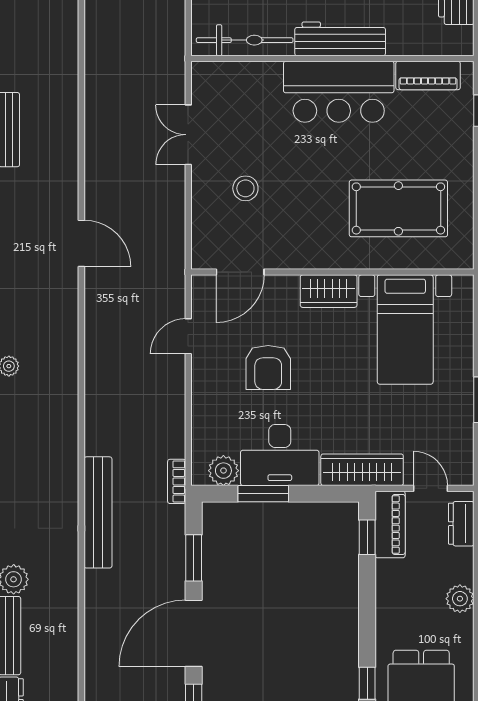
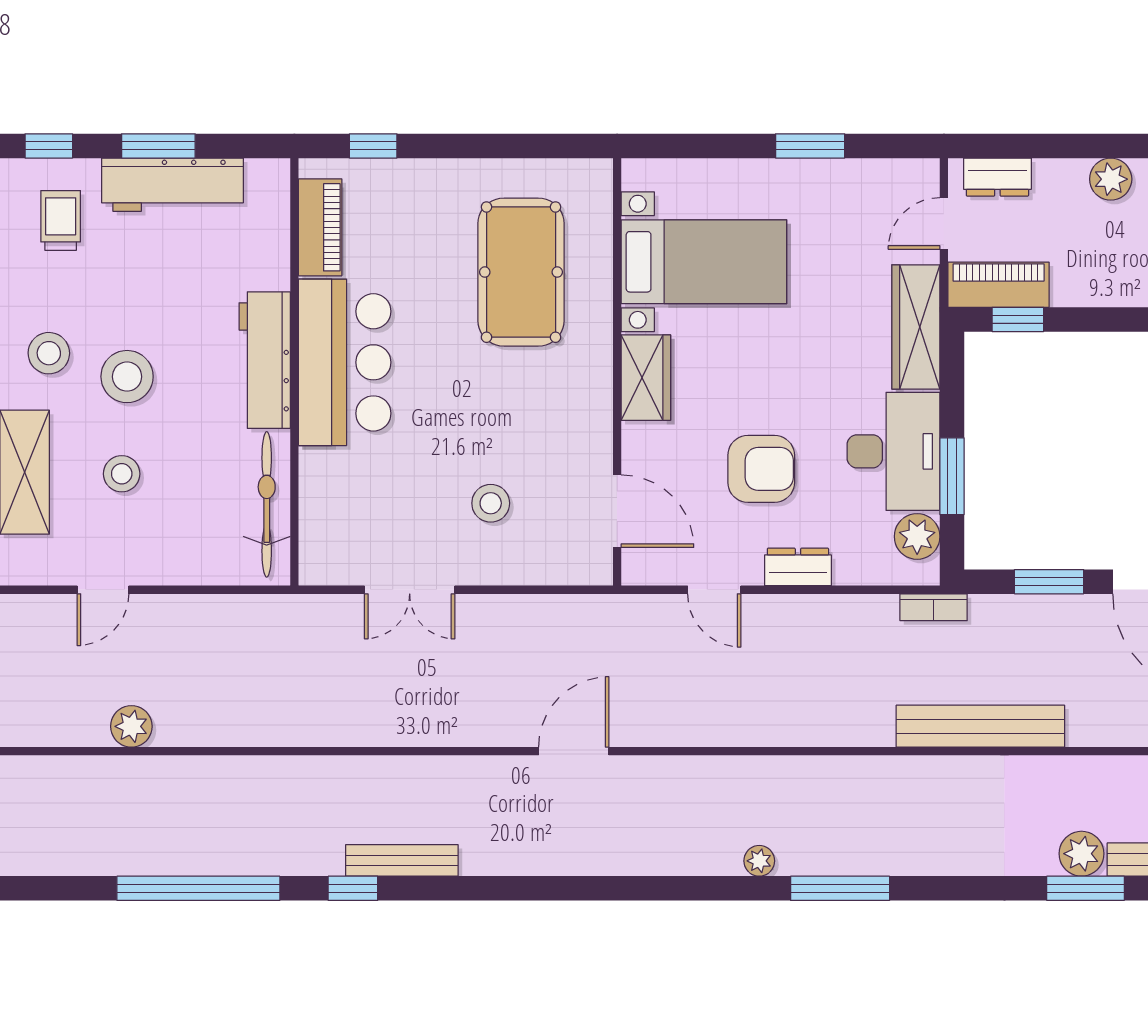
dresser: (203, 392) -> (798, 567), added

